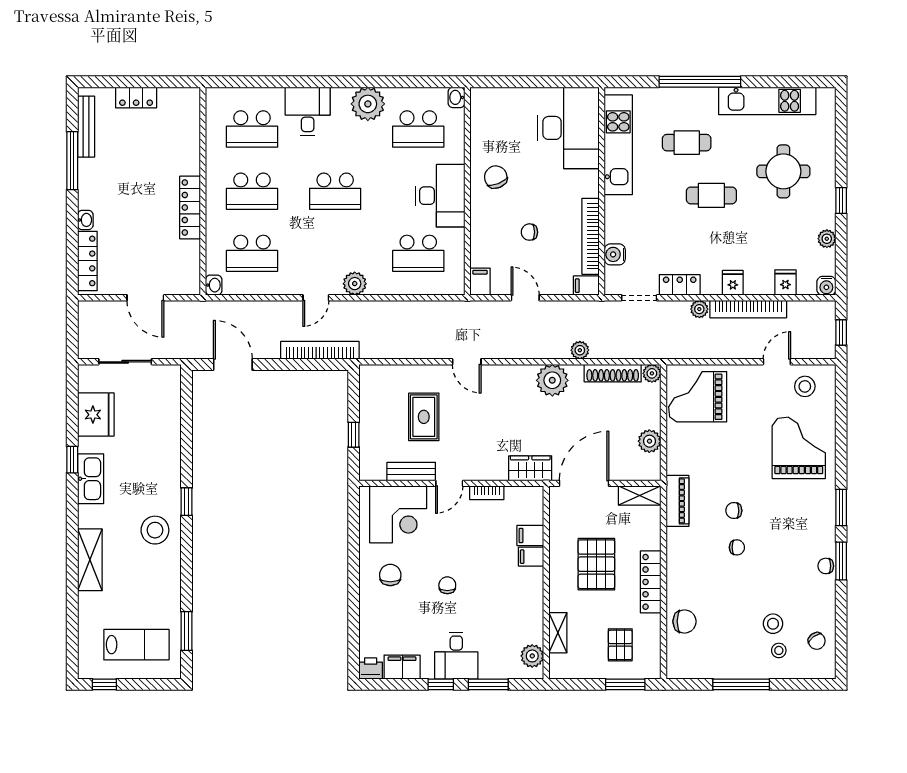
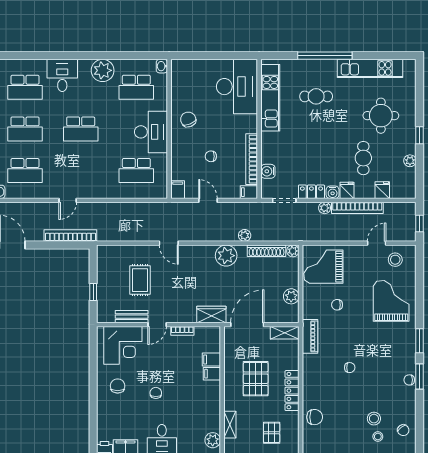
cafe table: (711, 195) -> (363, 158), moved, turned 90
plant: (355, 284) -> (94, 191), removed
water cooler: (826, 286) -> (333, 192), moved
chair: (734, 511) -> (337, 305), moved

